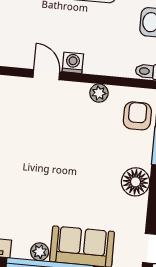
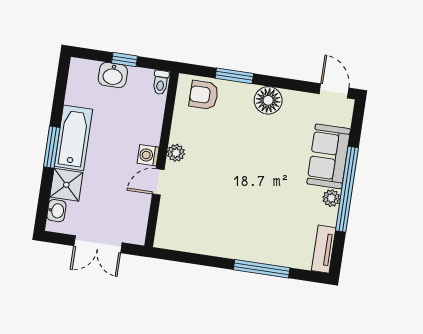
plant: (99, 93) -> (176, 153), moved

